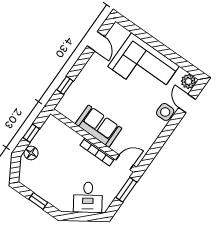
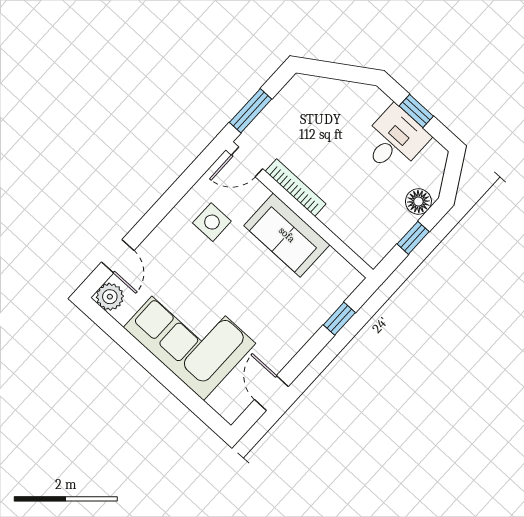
side table: (165, 112) -> (212, 222), moved
desk: (88, 197) -> (395, 140), moved, turned 33

